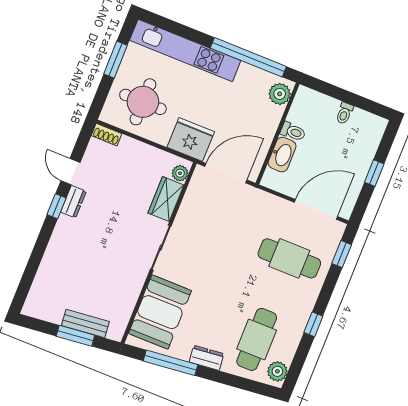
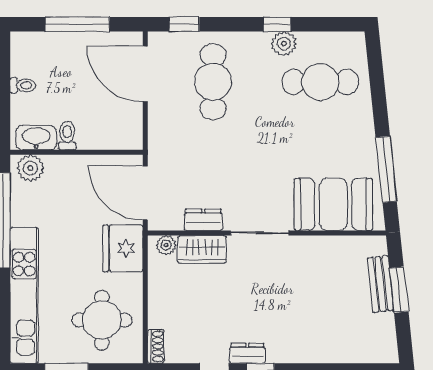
washbasin: (282, 155) -> (36, 138), moved
window: (374, 173) -> (77, 24), width x2.17
dresser: (207, 358) -> (203, 220), moved, turned 96
plant: (277, 371) -> (284, 44), moved

